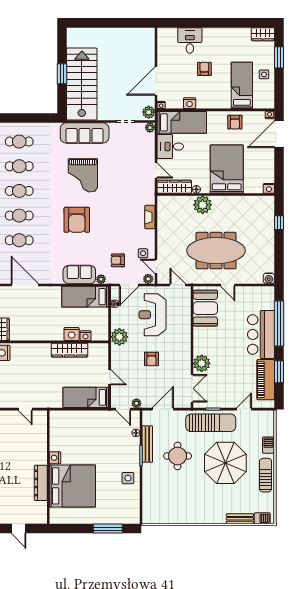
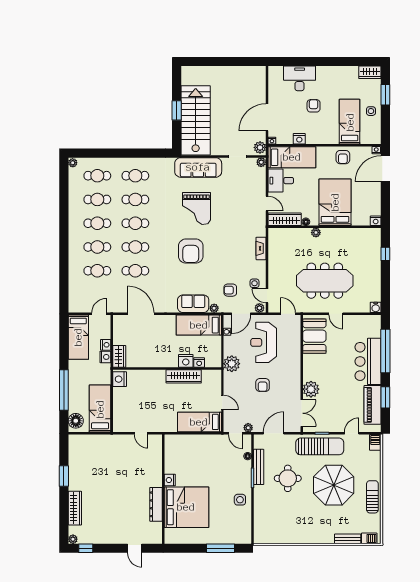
desk: (190, 40) -> (300, 78), width x1.37
plant: (203, 205) -> (316, 233), width x0.53, depth x0.53
barbecue: (269, 445) -> (375, 442), moved

